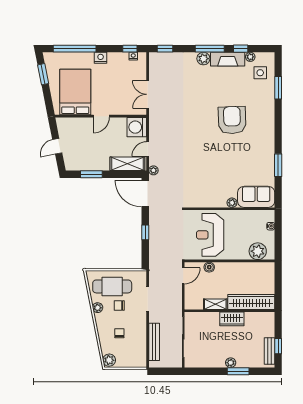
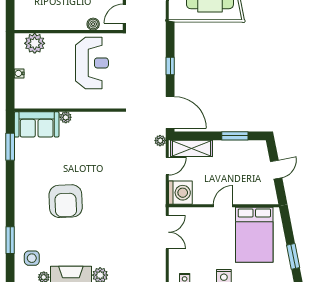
sofa: (256, 197) -> (37, 124), moved
plant: (232, 203) -> (66, 117), moved
wall: (229, 209) -> (69, 110), moved

